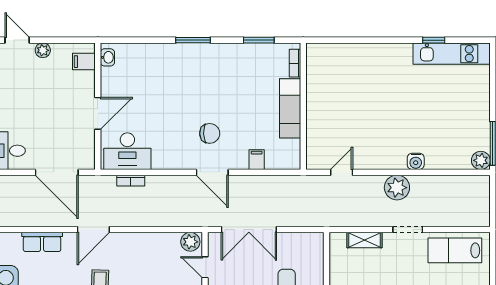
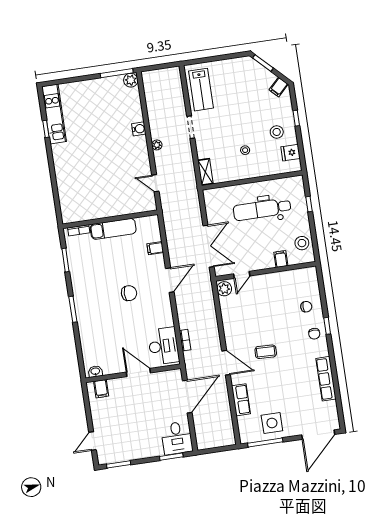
plant: (43, 50) -> (97, 421), removed
chair: (210, 133) -> (129, 293), moved, turned 92
plant: (397, 188) -> (157, 145), width x0.53, depth x0.53
shelving: (365, 240) -> (205, 172), moved

